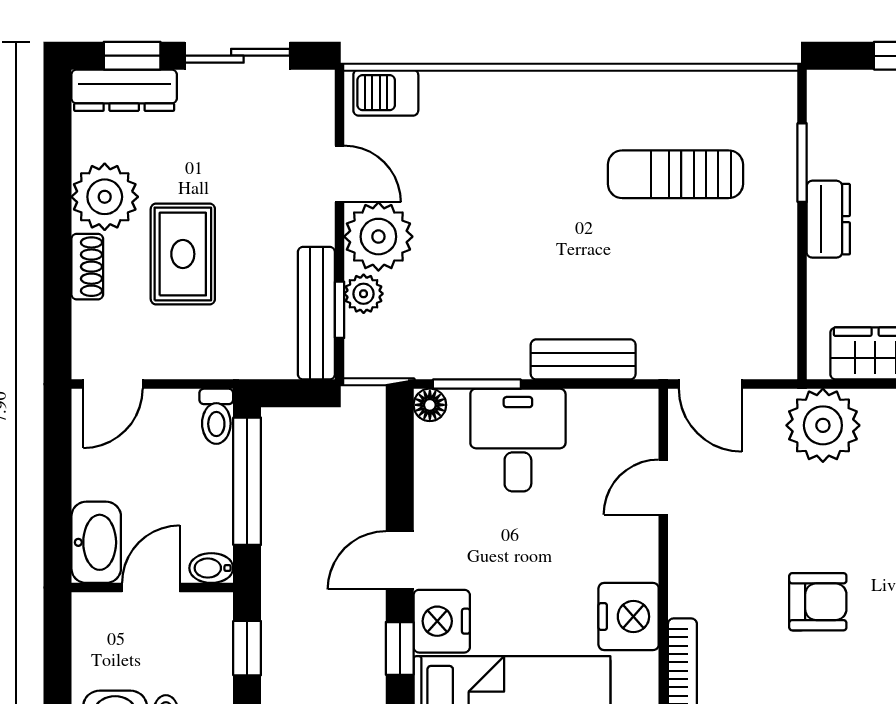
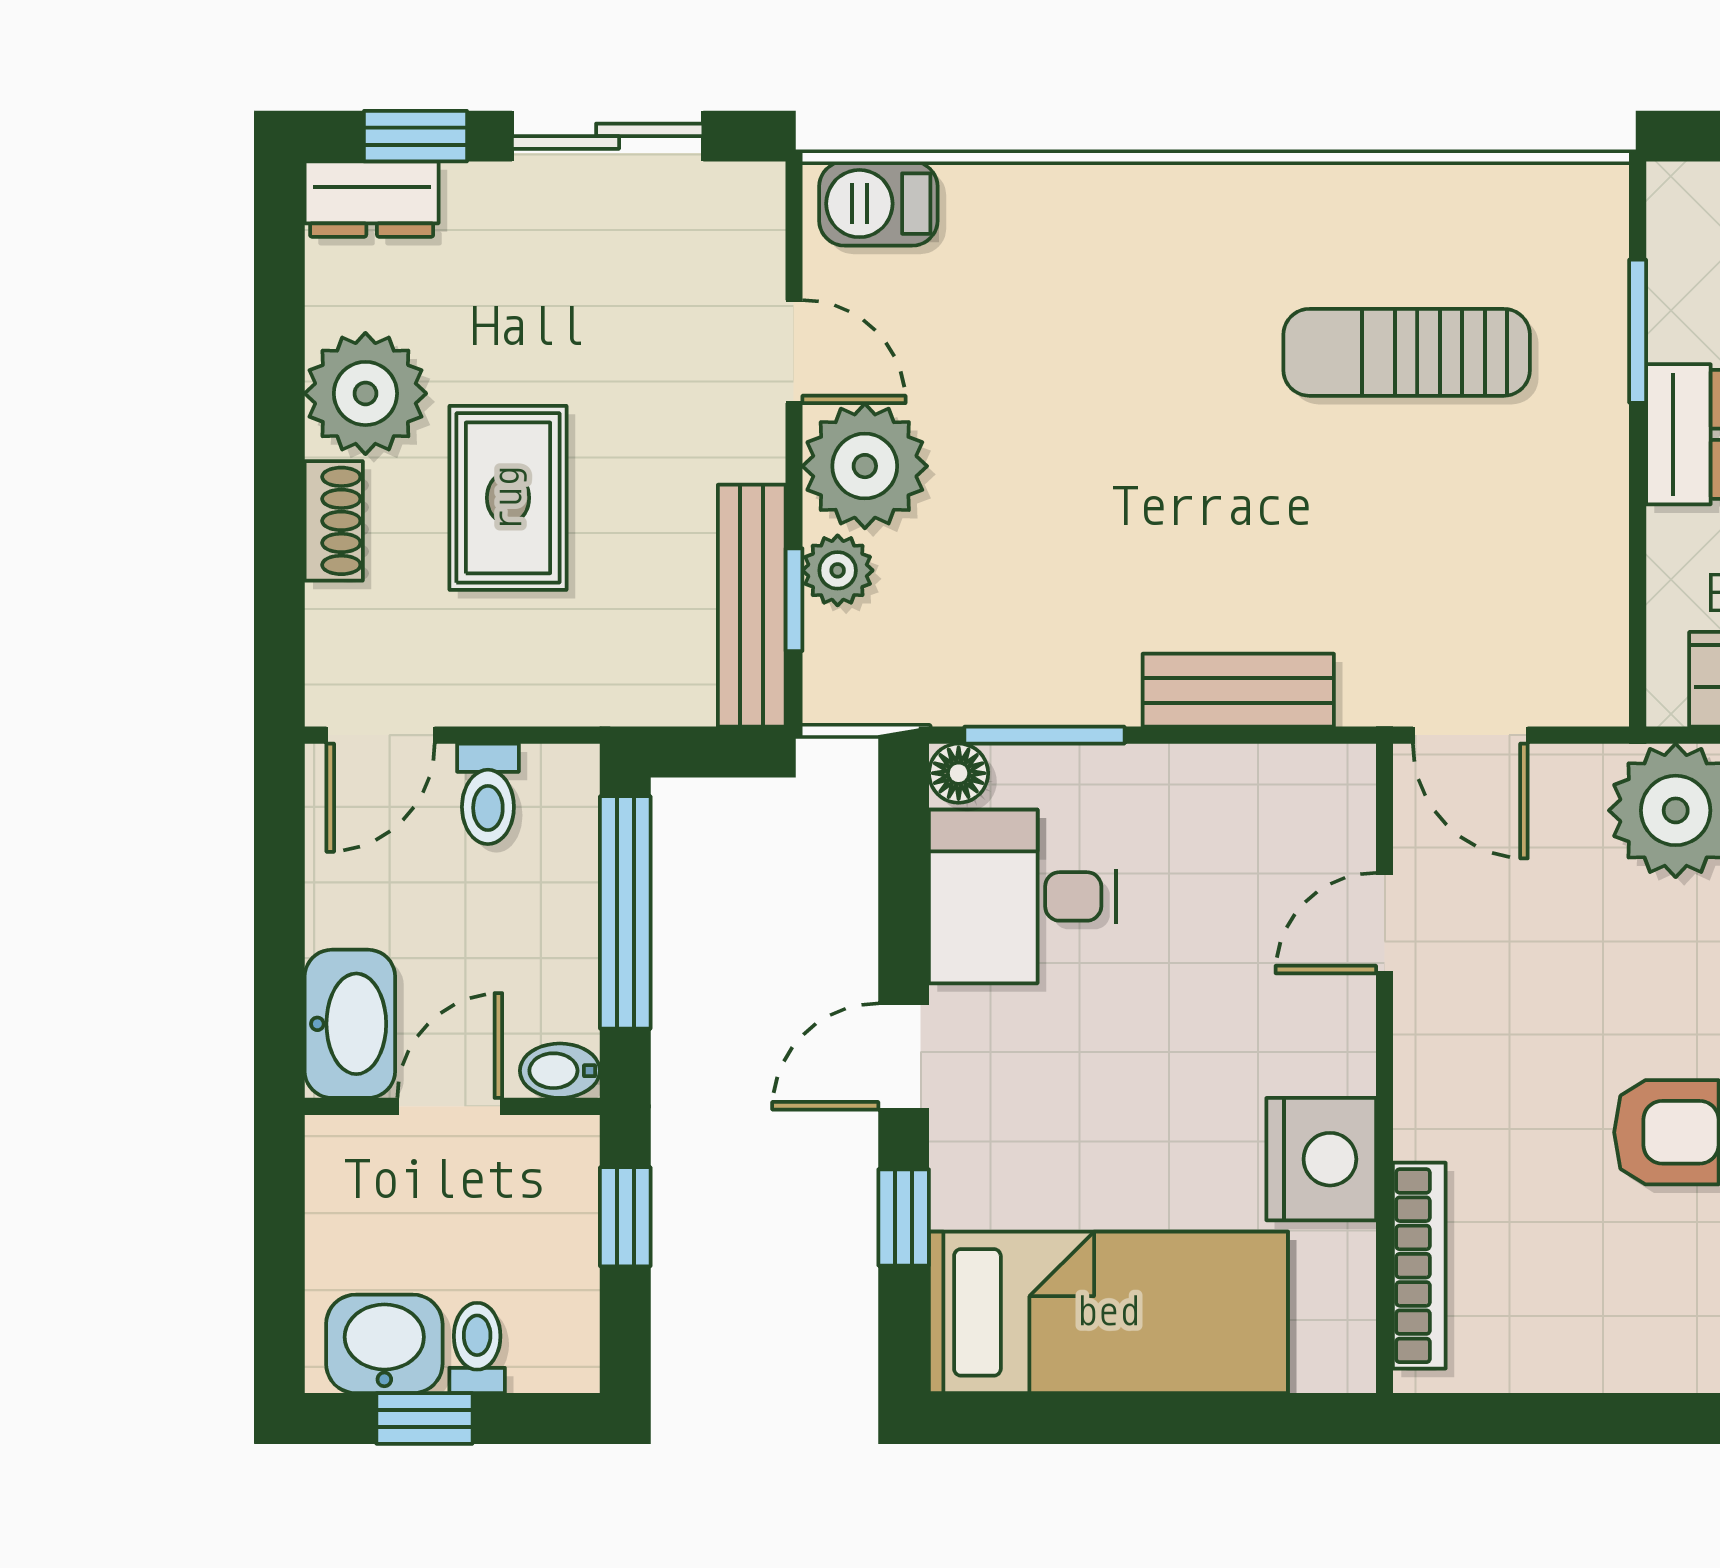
dresser: (124, 90) -> (372, 199), width x0.70
toilet: (216, 416) -> (488, 794), moved
desk: (518, 440) -> (1023, 896), moved, turned -90
nightstand: (442, 621) -> (980, 1168), removed

